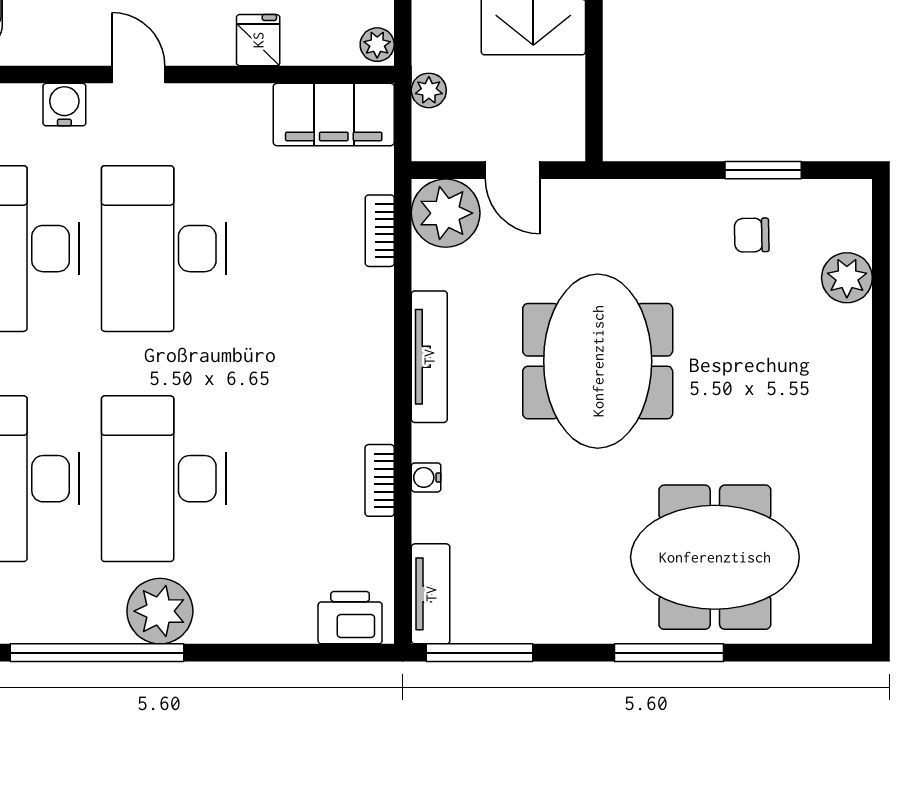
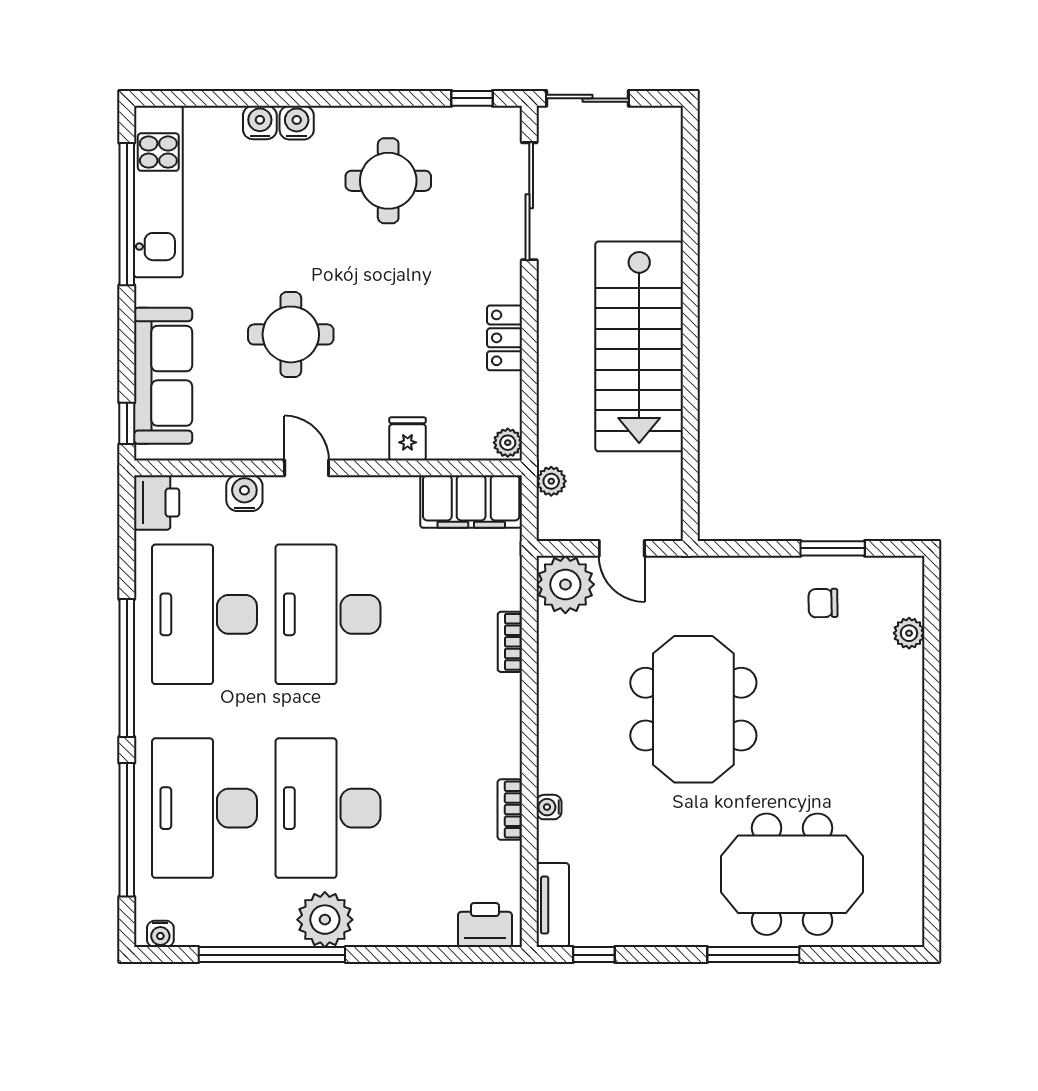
bookcase: (380, 231) -> (510, 642), moved
plant: (847, 278) -> (909, 633), width x0.73, depth x0.73
tv unit: (429, 357) -> (552, 705), removed
window: (479, 653) -> (594, 955), width x0.46

